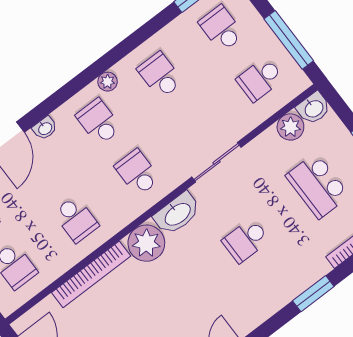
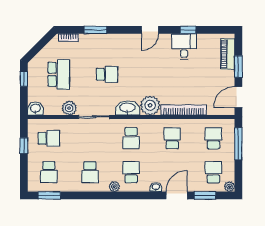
window: (289, 40) -> (24, 146), width x0.46
school desk: (99, 122) -> (131, 172), turned 180
plant: (290, 127) -> (69, 108), moved

